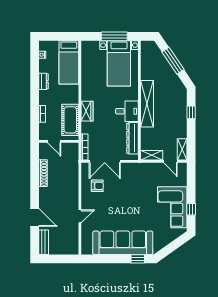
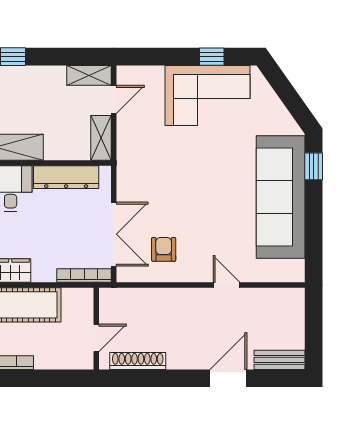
door: (54, 141) -> (96, 338), moved
wall: (59, 141) -> (96, 329), moved

